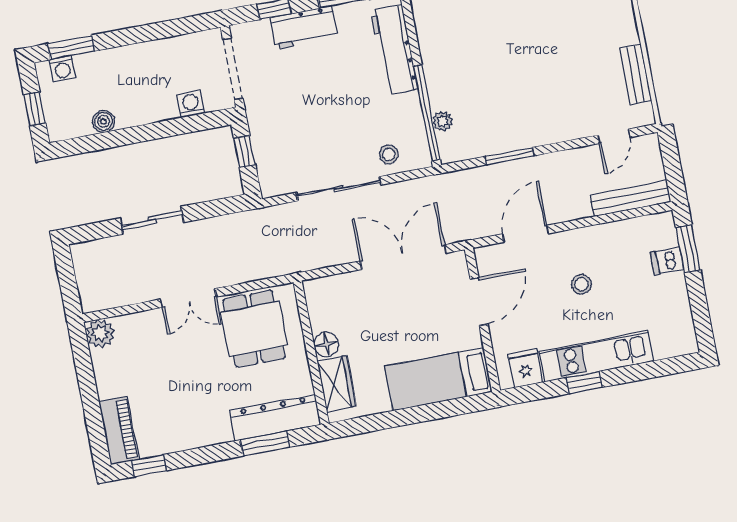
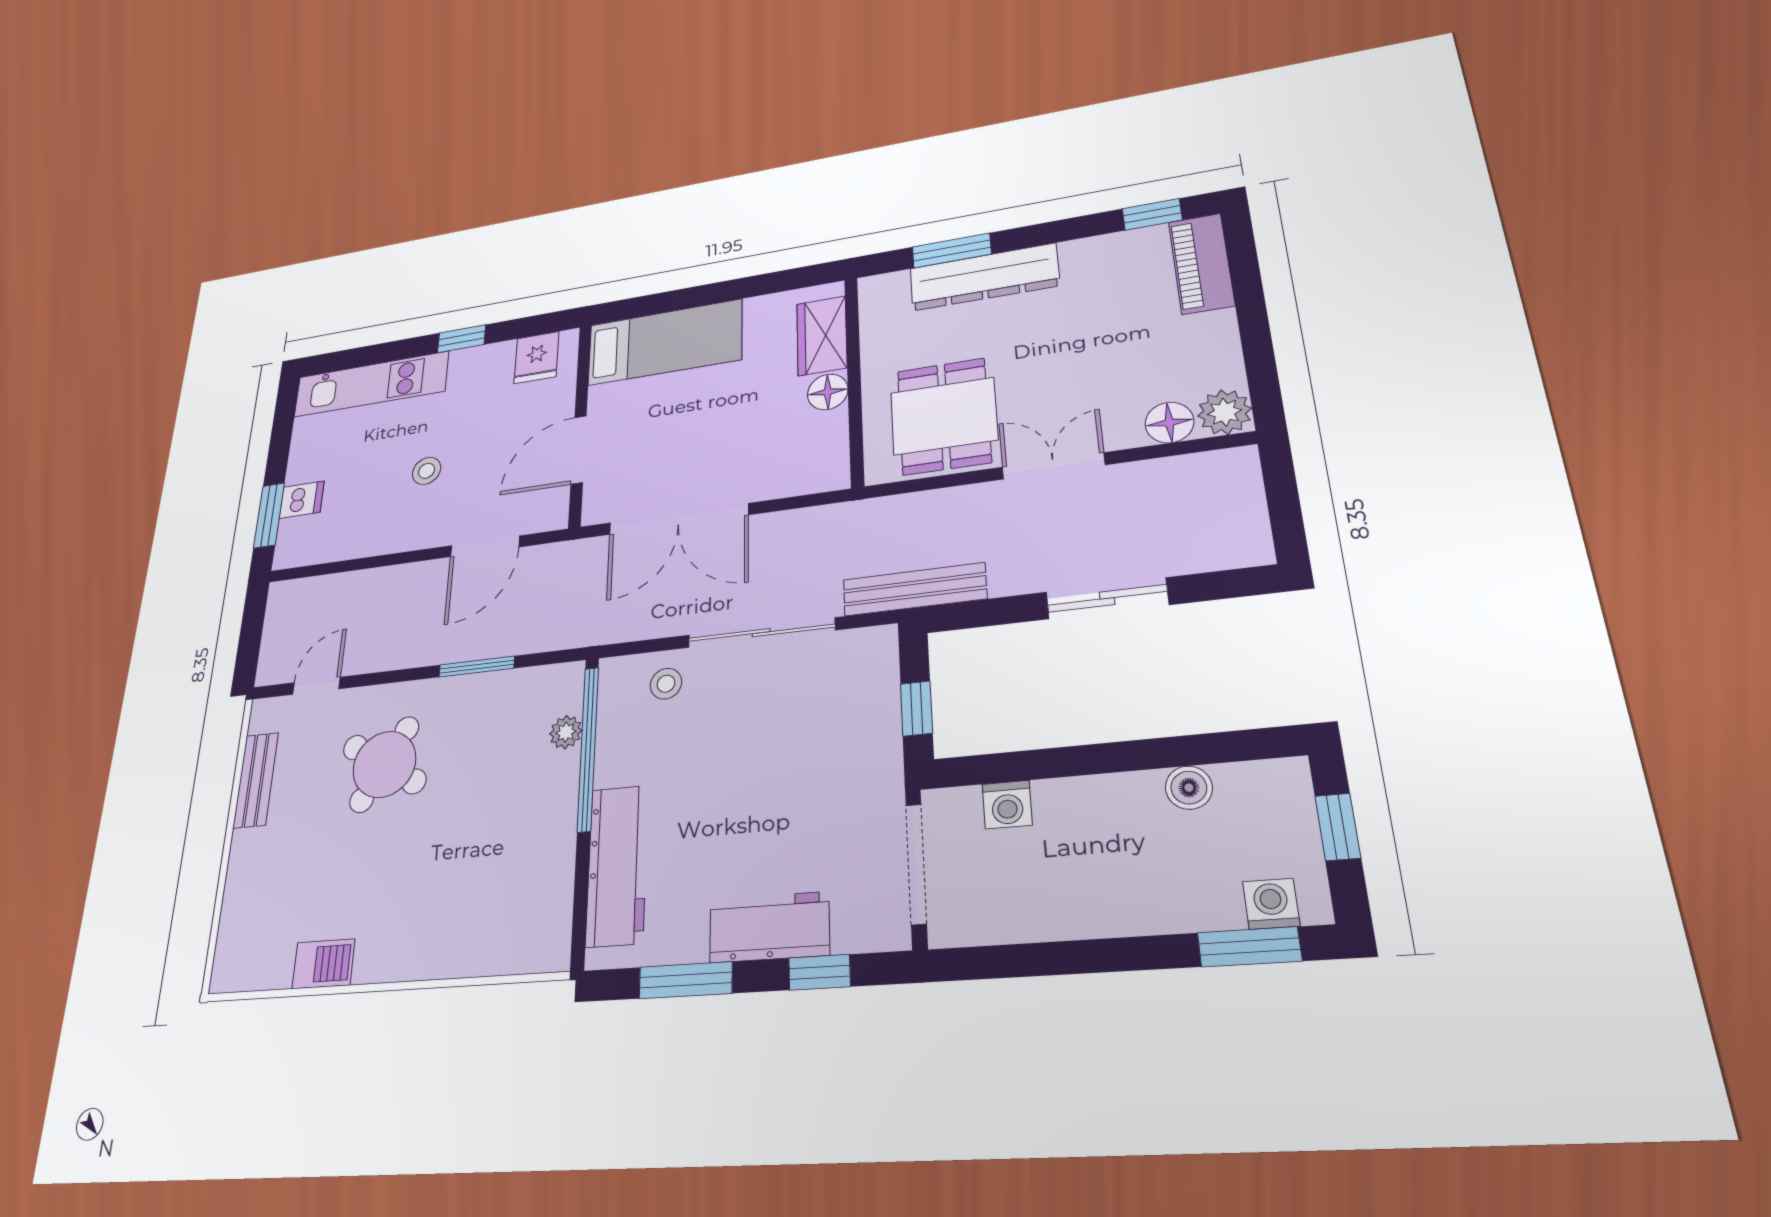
round table: (552, 92) -> (384, 764), added
bench: (630, 198) -> (914, 589), moved
floor lamp: (128, 327) -> (1169, 423), added
kitchen unit: (596, 356) -> (371, 384), moved
dresser: (275, 418) -> (984, 277), moved

